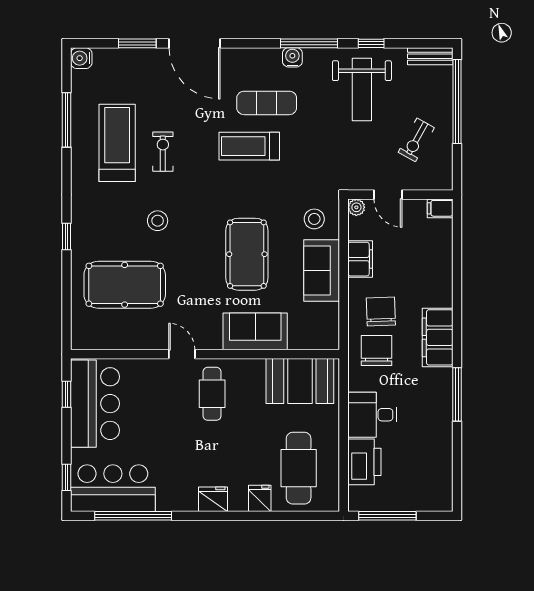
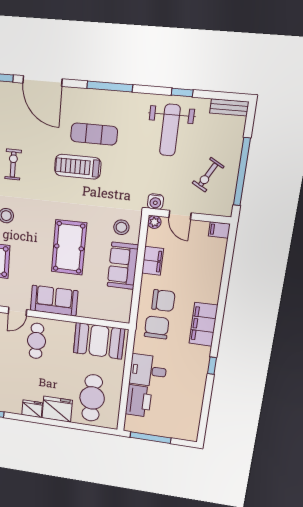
window: (309, 43) -> (110, 87), moved
water cooler: (292, 57) -> (155, 202), moved, turned 180
window: (457, 102) -> (242, 172), moved
chair: (381, 311) -> (163, 301), turned 92
sofa: (255, 331) -> (54, 301), moved
door: (182, 354) -> (17, 311), swing flipped
window: (457, 394) -> (212, 366), width x0.46
fridge: (260, 498) -> (57, 409), width x1.88, depth x1.34

